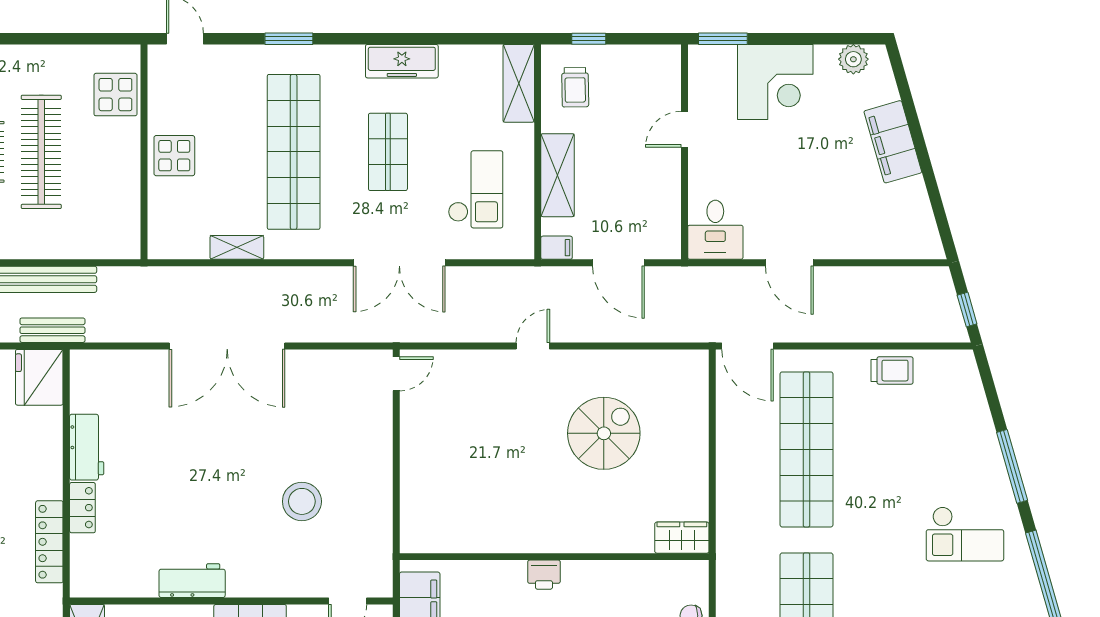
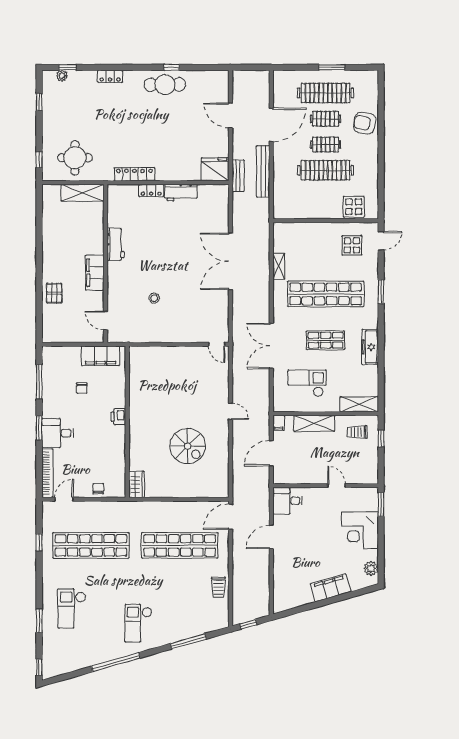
display table: (174, 156) -> (352, 245), moved
checkout: (476, 189) -> (307, 383), turned 180
window: (1012, 466) -> (188, 641), moved
stool: (302, 501) -> (154, 298), width x0.53, depth x0.53

